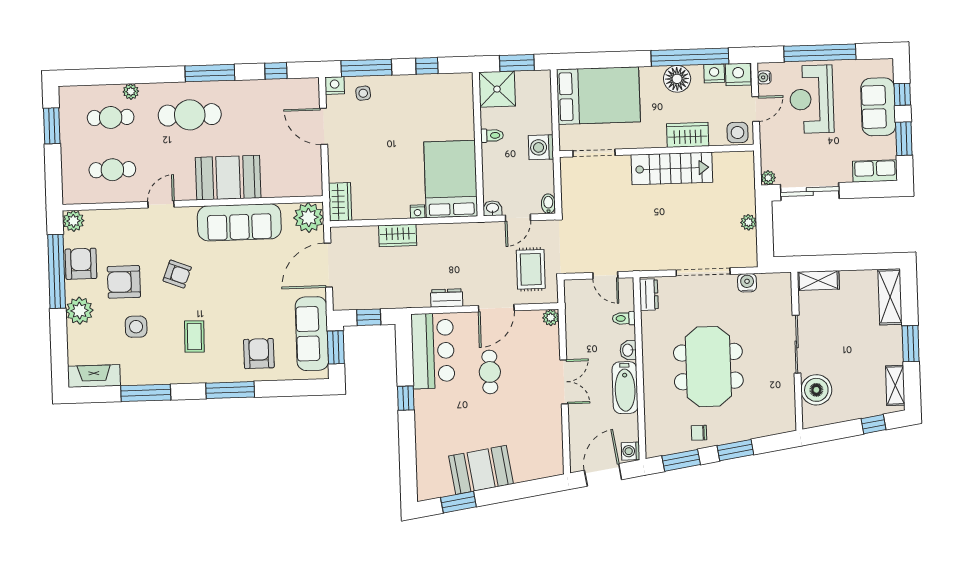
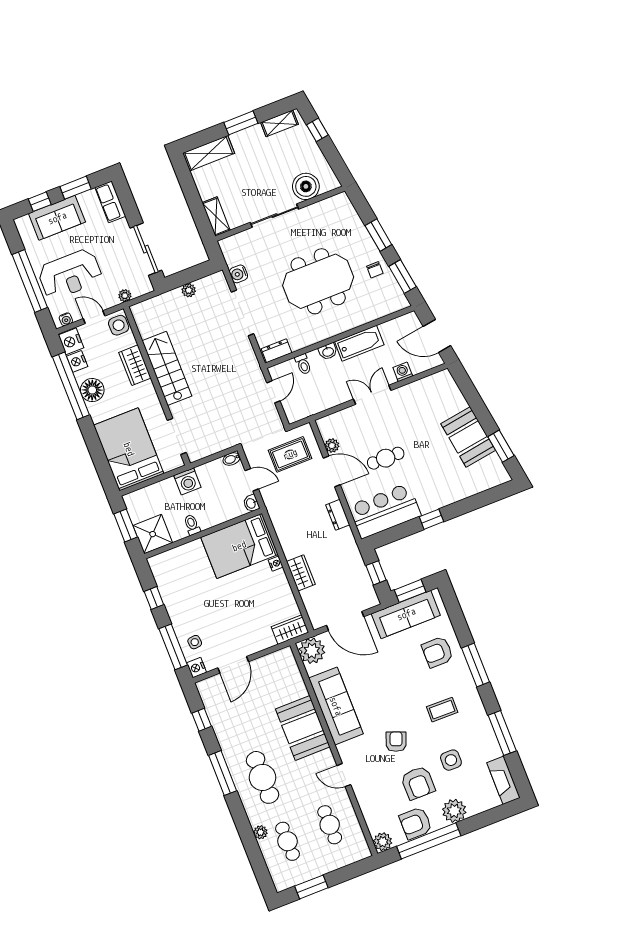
plant: (768, 178) -> (125, 296), moved
plant: (551, 318) -> (332, 446), moved
washing machine: (630, 451) -> (403, 372), moved, turned 180

